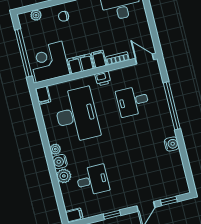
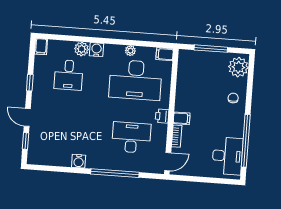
plant: (36, 15) -> (238, 67), width x1.88, depth x1.88
window: (23, 53) -> (211, 49), width x0.68
corner desk: (49, 62) -> (194, 70), removed
filing cabinet: (81, 64) -> (183, 100), removed
desk: (133, 101) -> (131, 137), width x1.37
plant: (55, 149) -> (130, 51), moved

